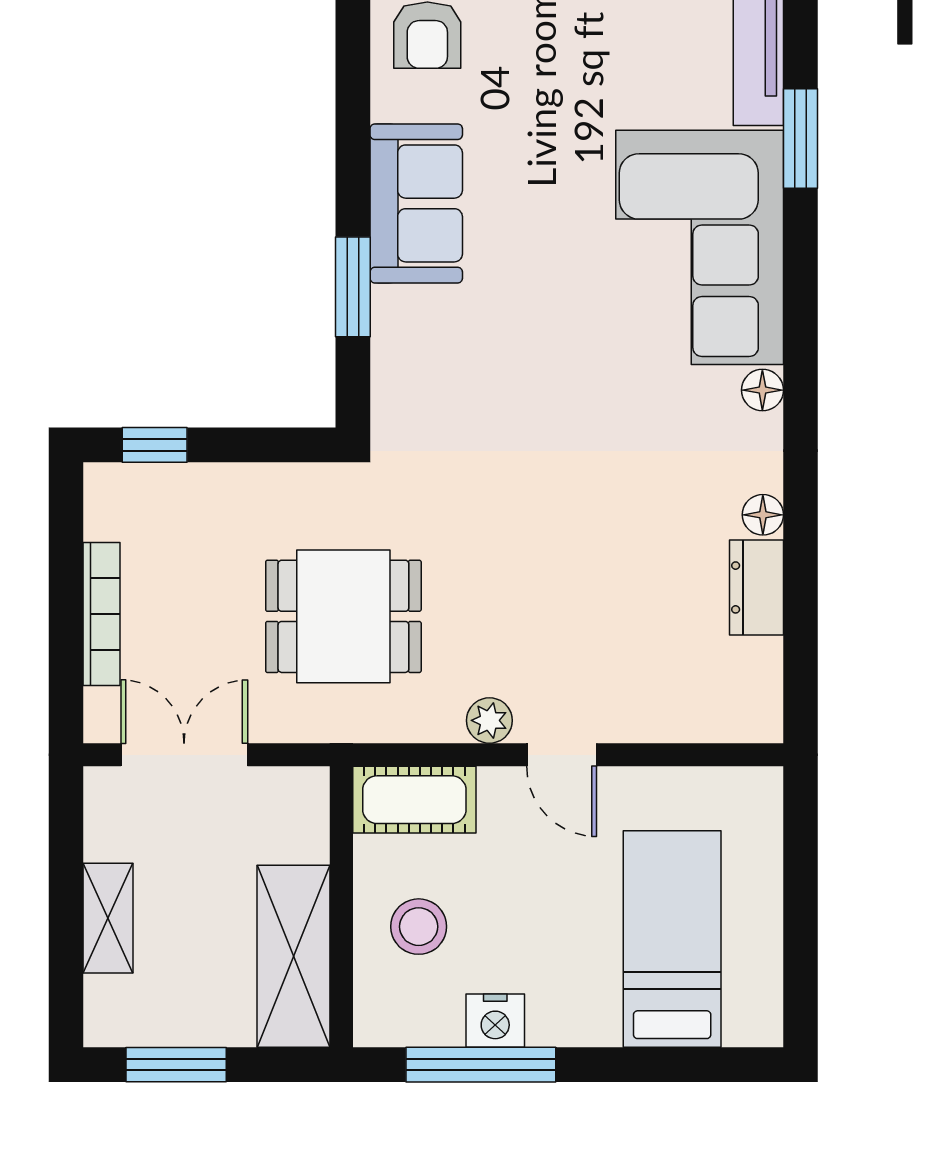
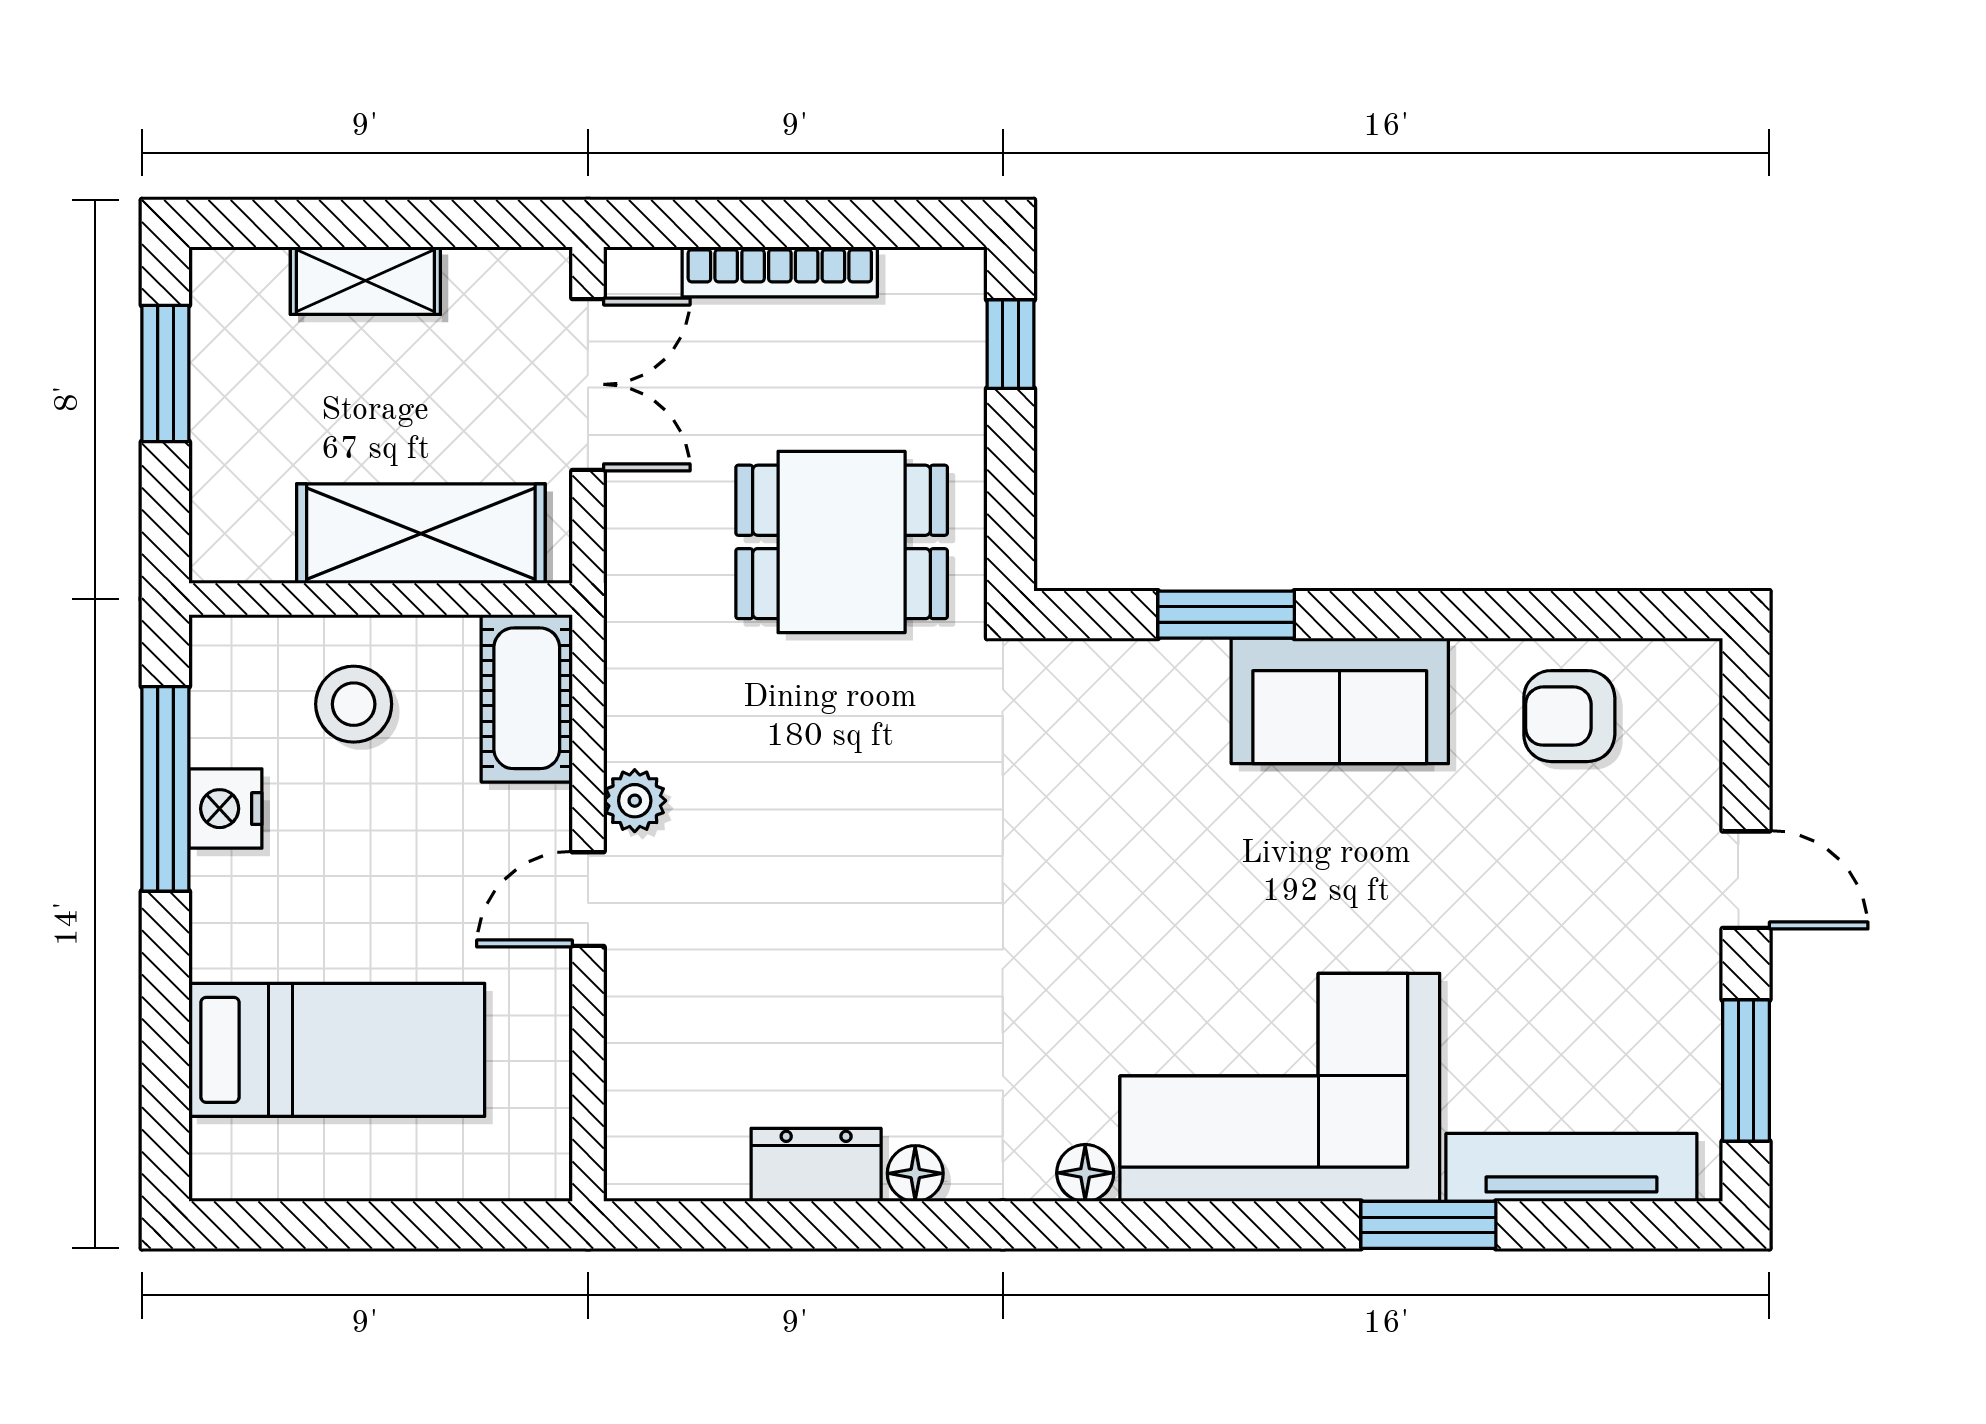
dining table: (343, 616) -> (842, 542), moved, turned 90
shelving: (294, 956) -> (421, 534), moved

